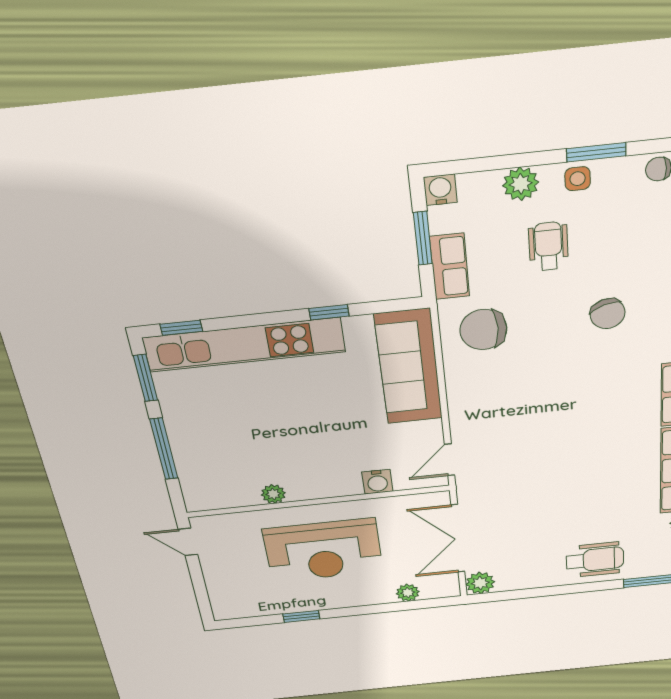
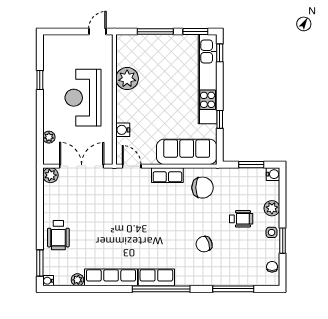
row of seats: (450, 267) -> (167, 175), moved
chair: (483, 330) -> (203, 188), turned 90
plant: (273, 494) -> (127, 79), width x1.87, depth x1.87

